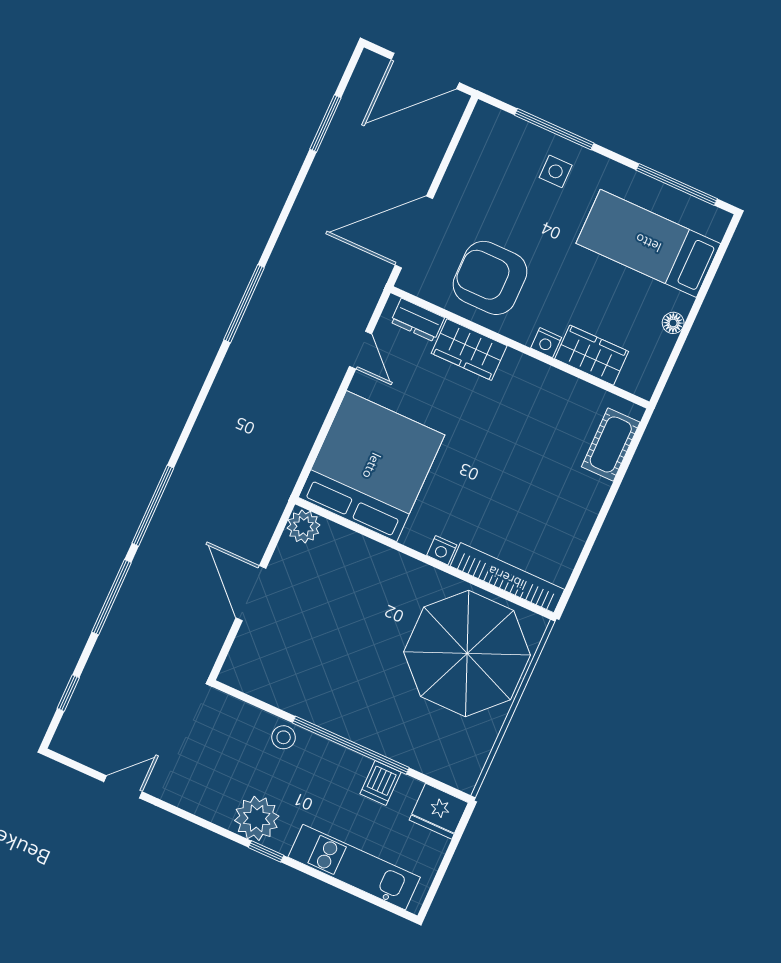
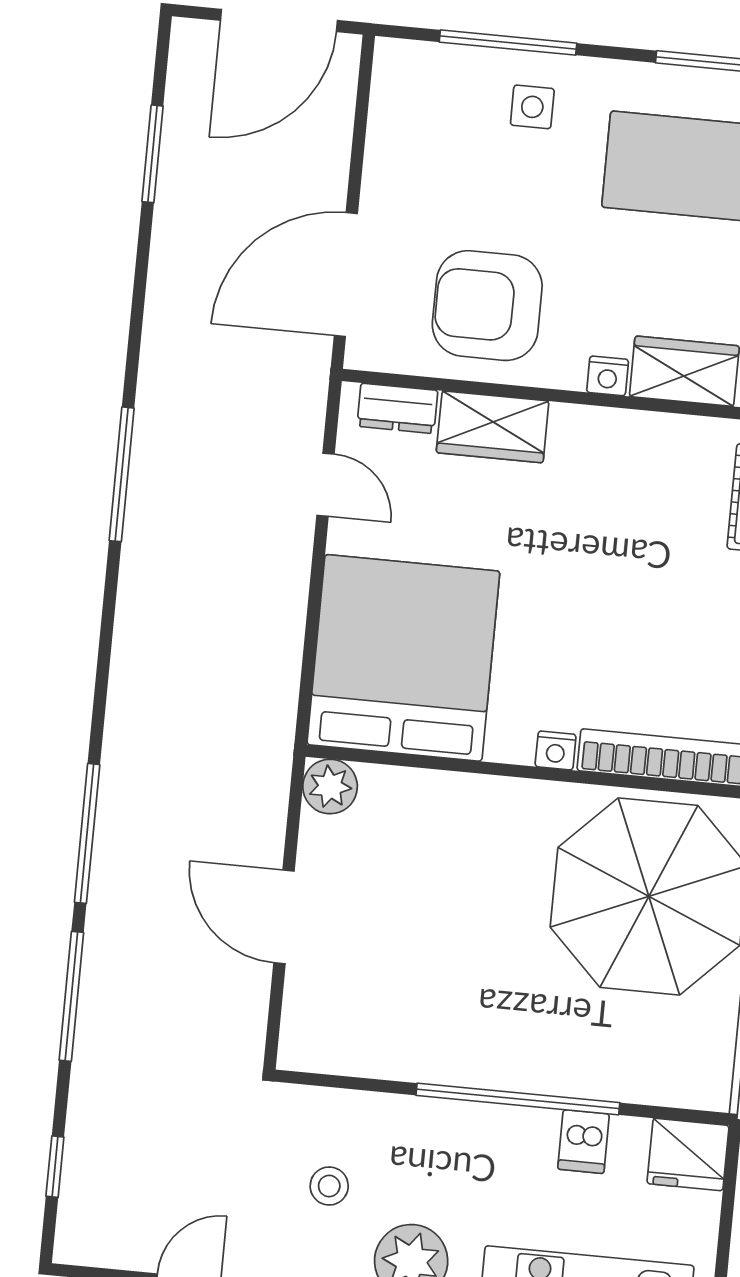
stool: (284, 737) -> (329, 1186), moved

